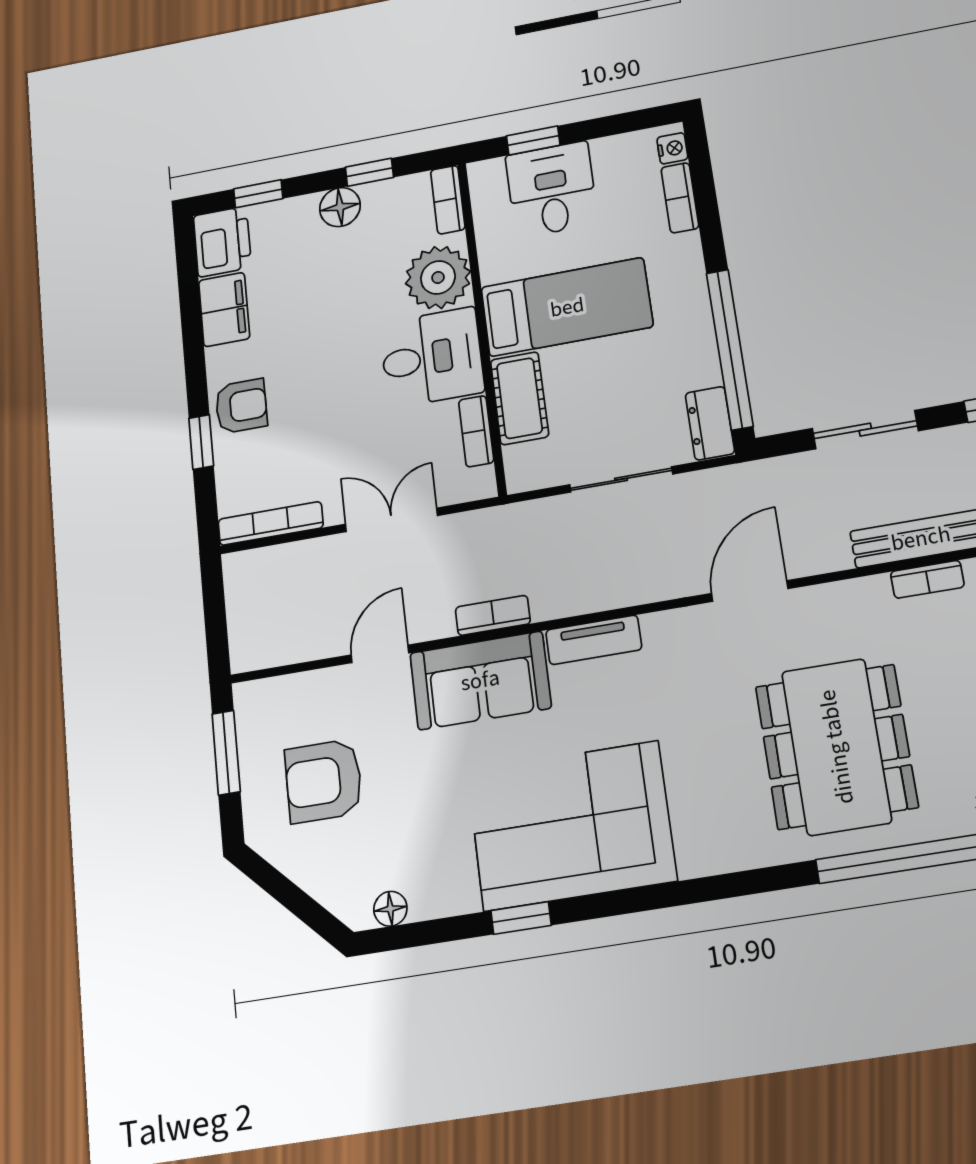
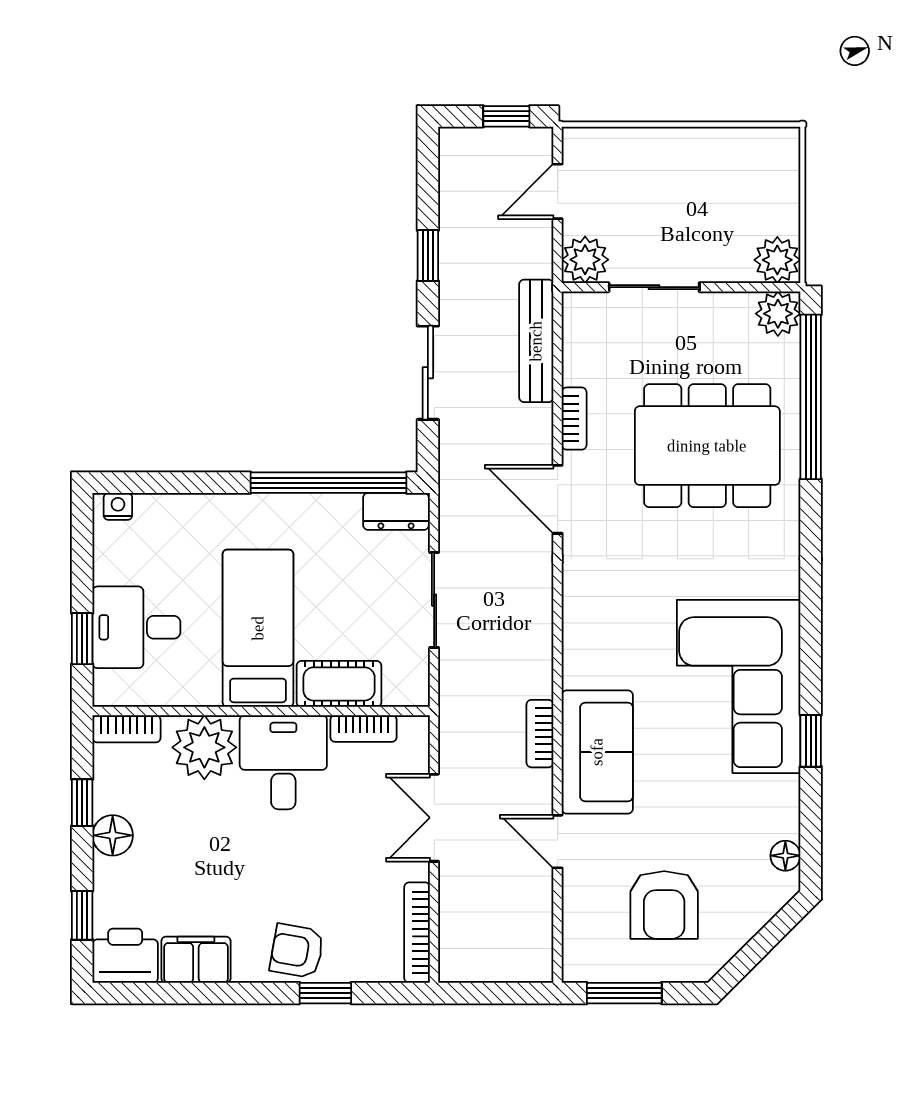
bookcase: (680, 198) -> (170, 507), removed
armchair: (241, 406) -> (297, 951), turned -80
bookcase: (927, 579) -> (574, 419), moved
tv unit: (594, 640) -> (578, 645), removed

